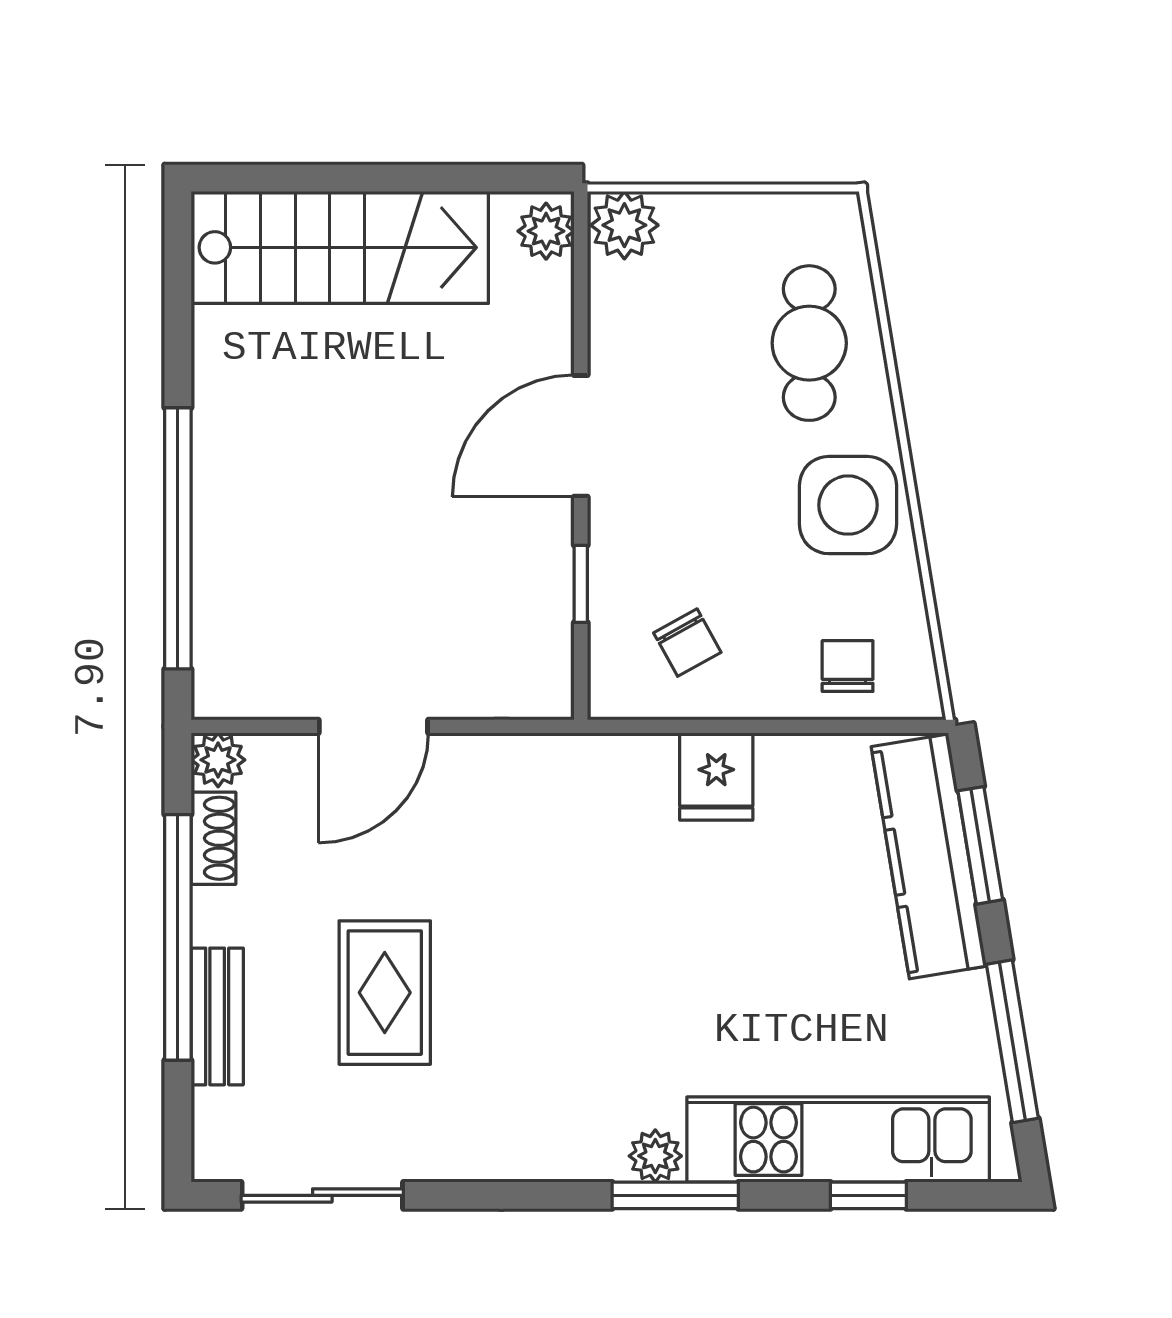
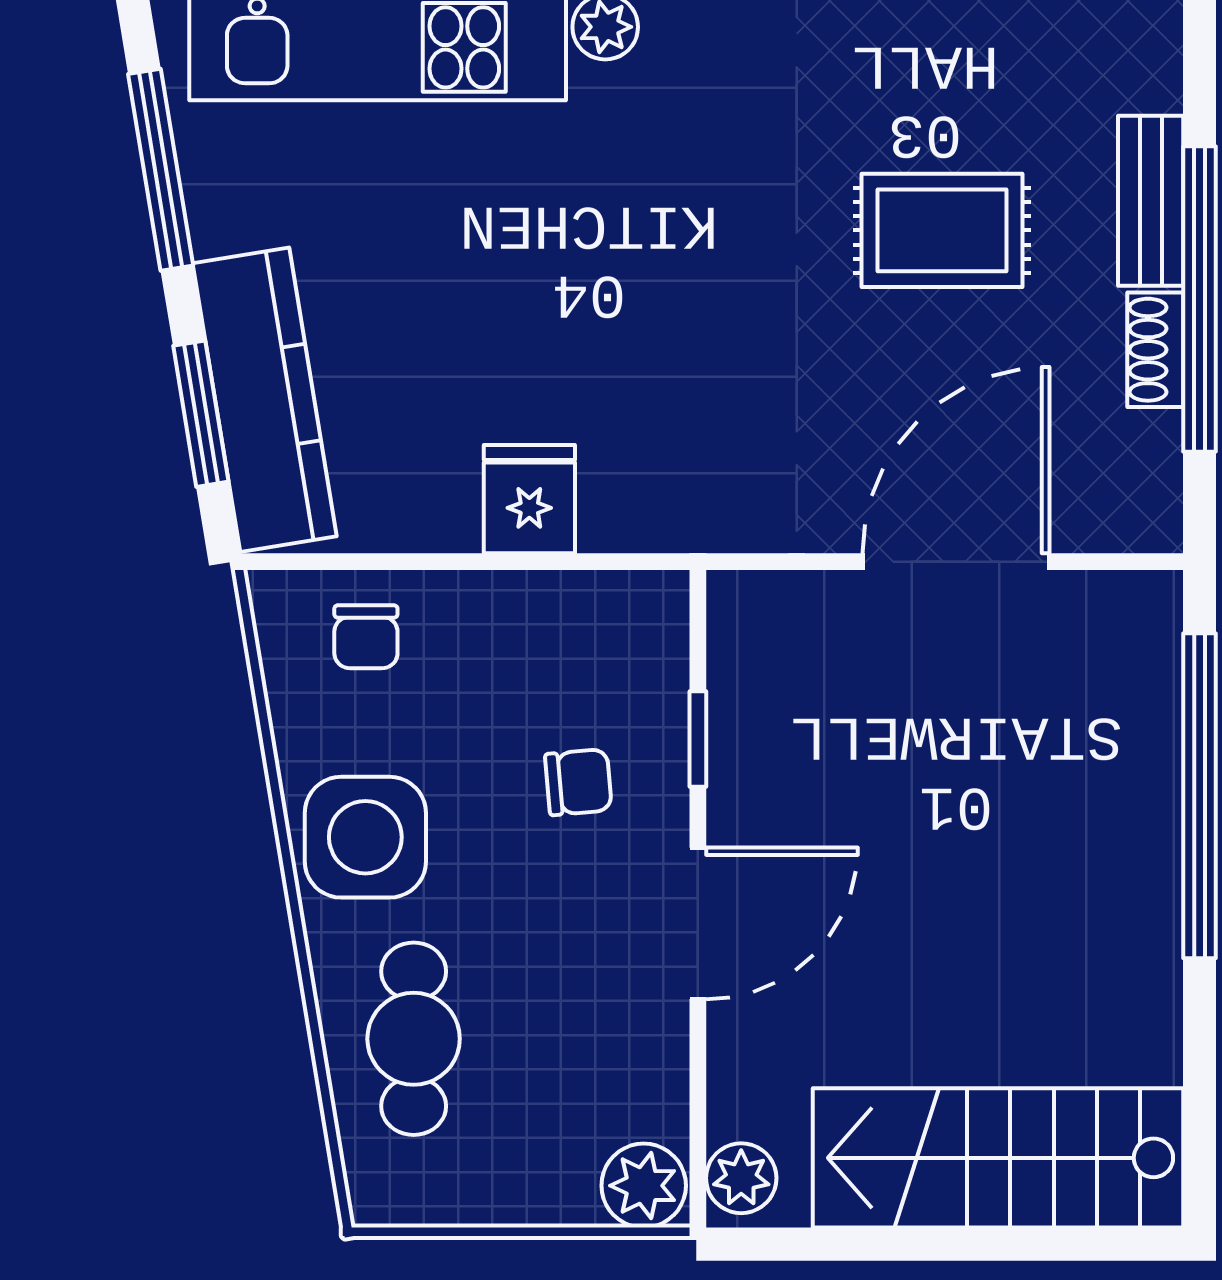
chair: (687, 643) -> (578, 782), moved, turned 114
door: (373, 726) -> (956, 562), width x1.36
plant: (218, 760) -> (1150, 520), removed
shoe rack: (213, 838) -> (1155, 350), moved
rug: (385, 993) -> (942, 230), turned 90

